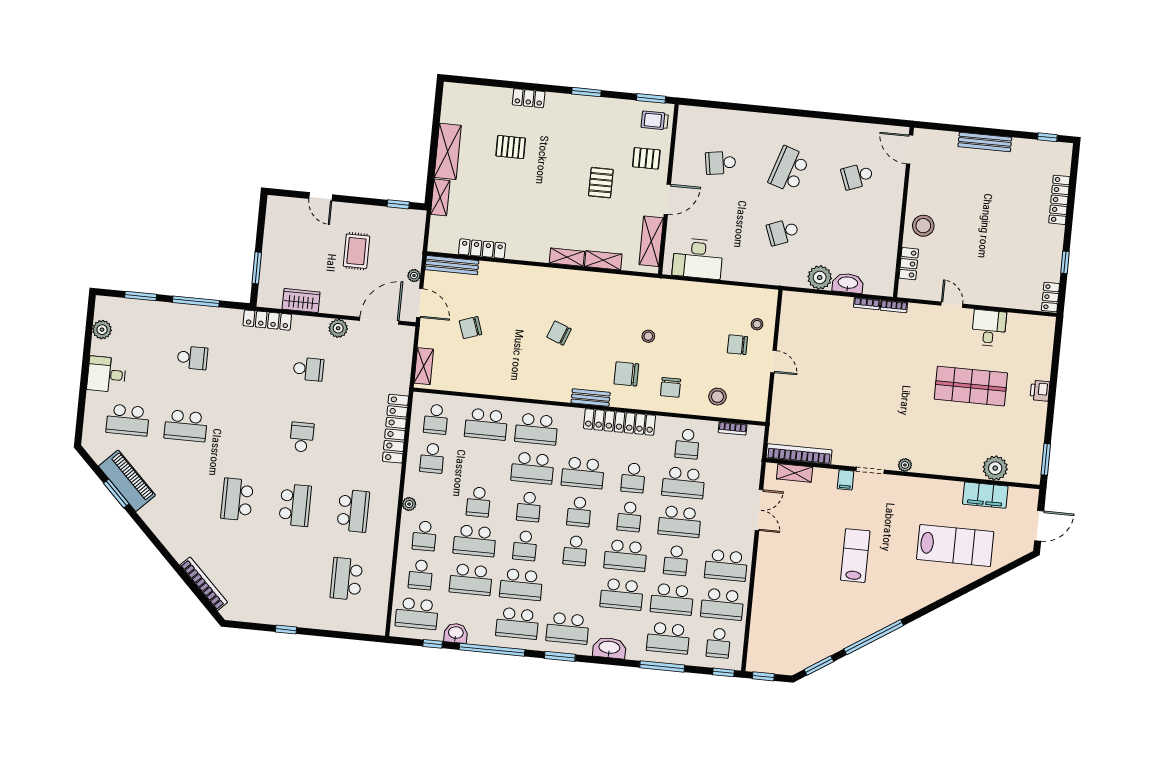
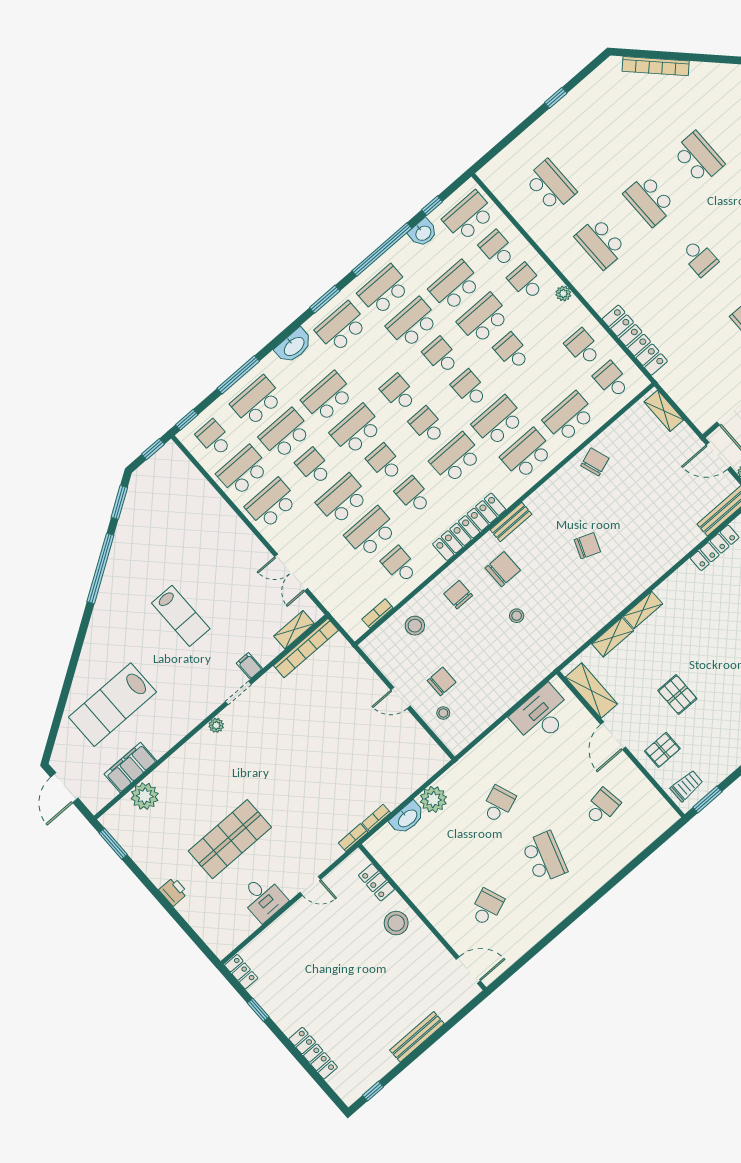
chair: (471, 328) -> (595, 462), moved

